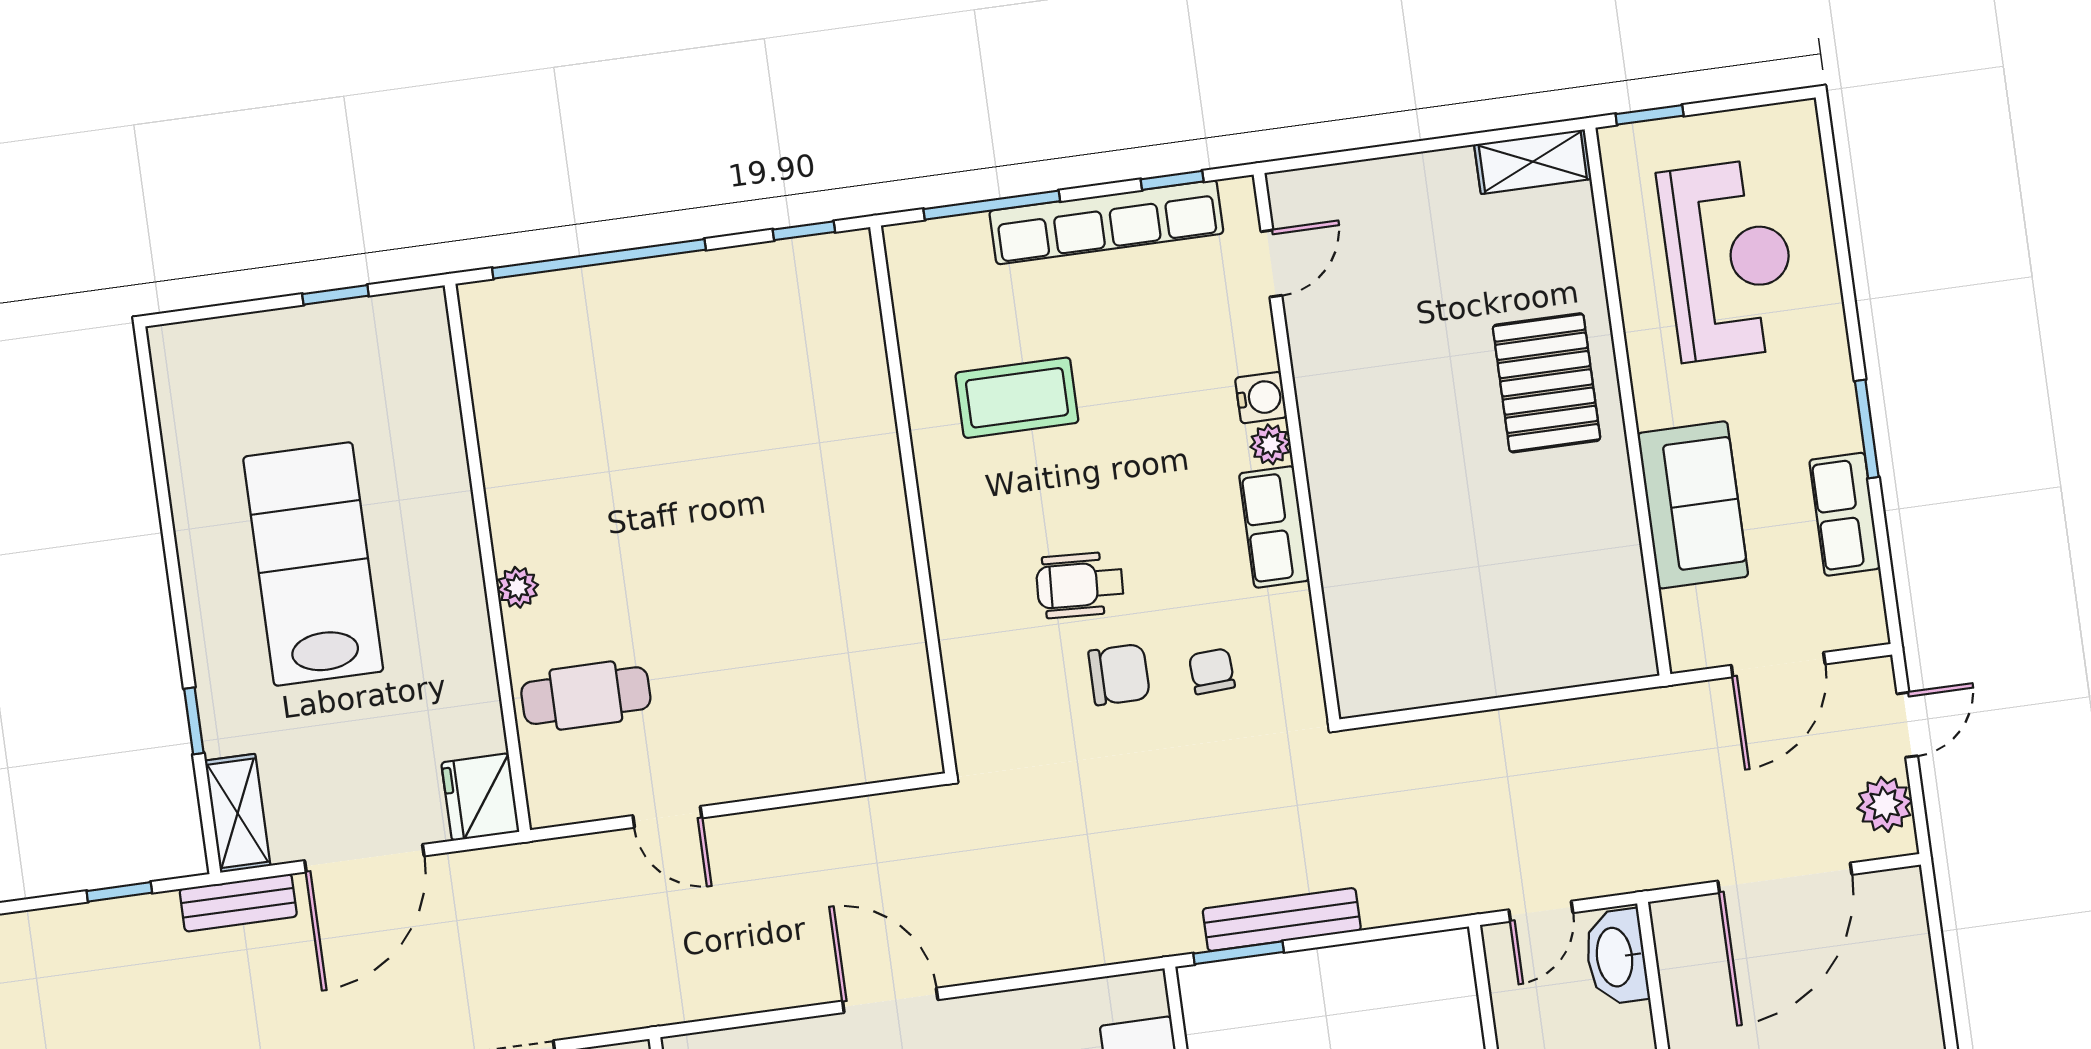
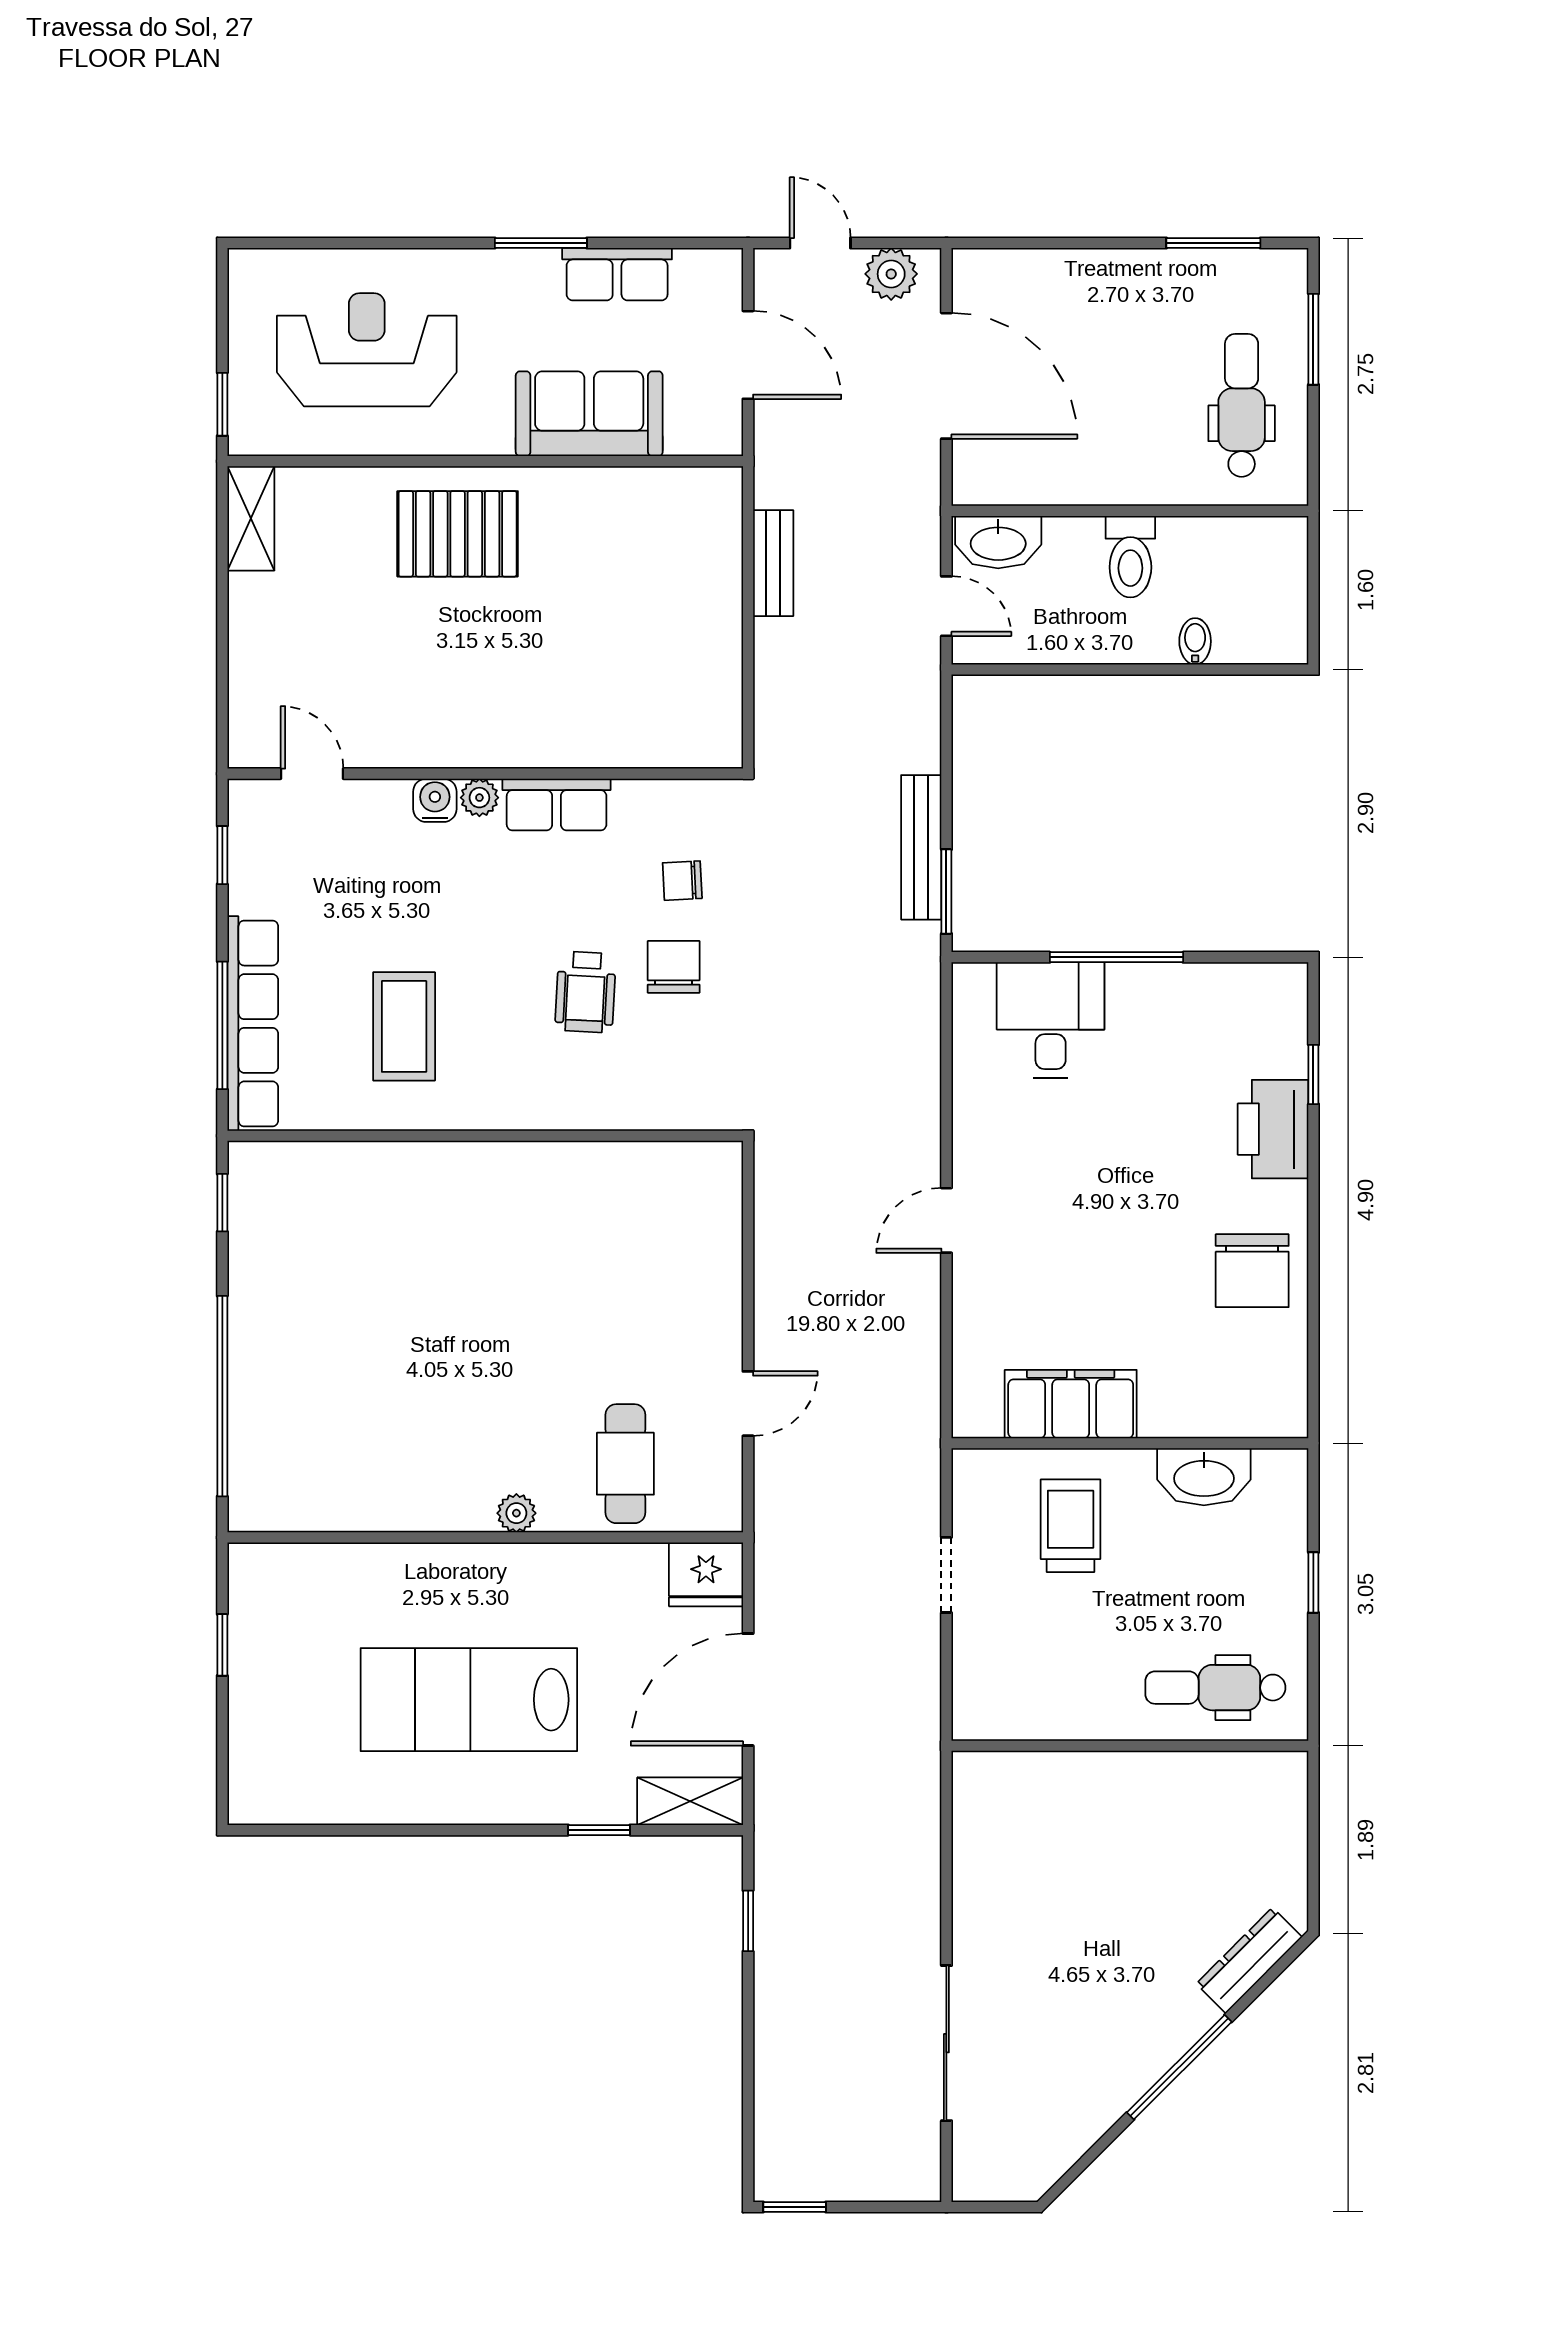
row of seats: (1106, 222) -> (253, 1023), moved
door: (364, 858) -> (748, 1690), swing flipped
bench: (238, 903) -> (773, 563), moved
door: (890, 1000) -> (946, 1220), width x0.73

